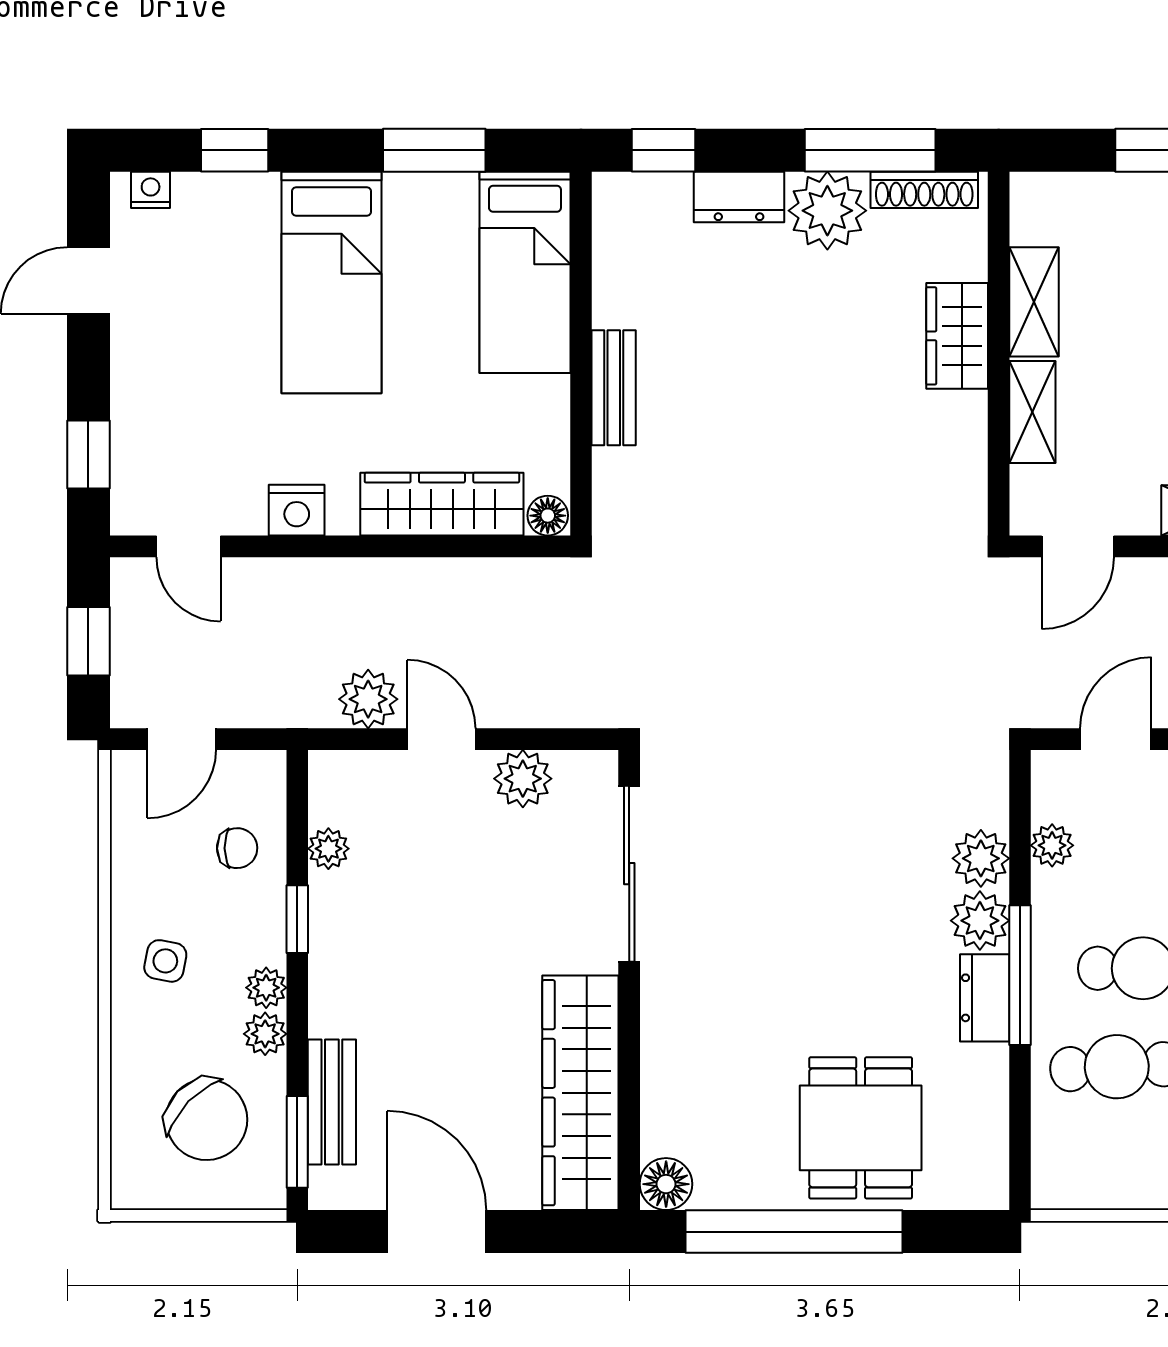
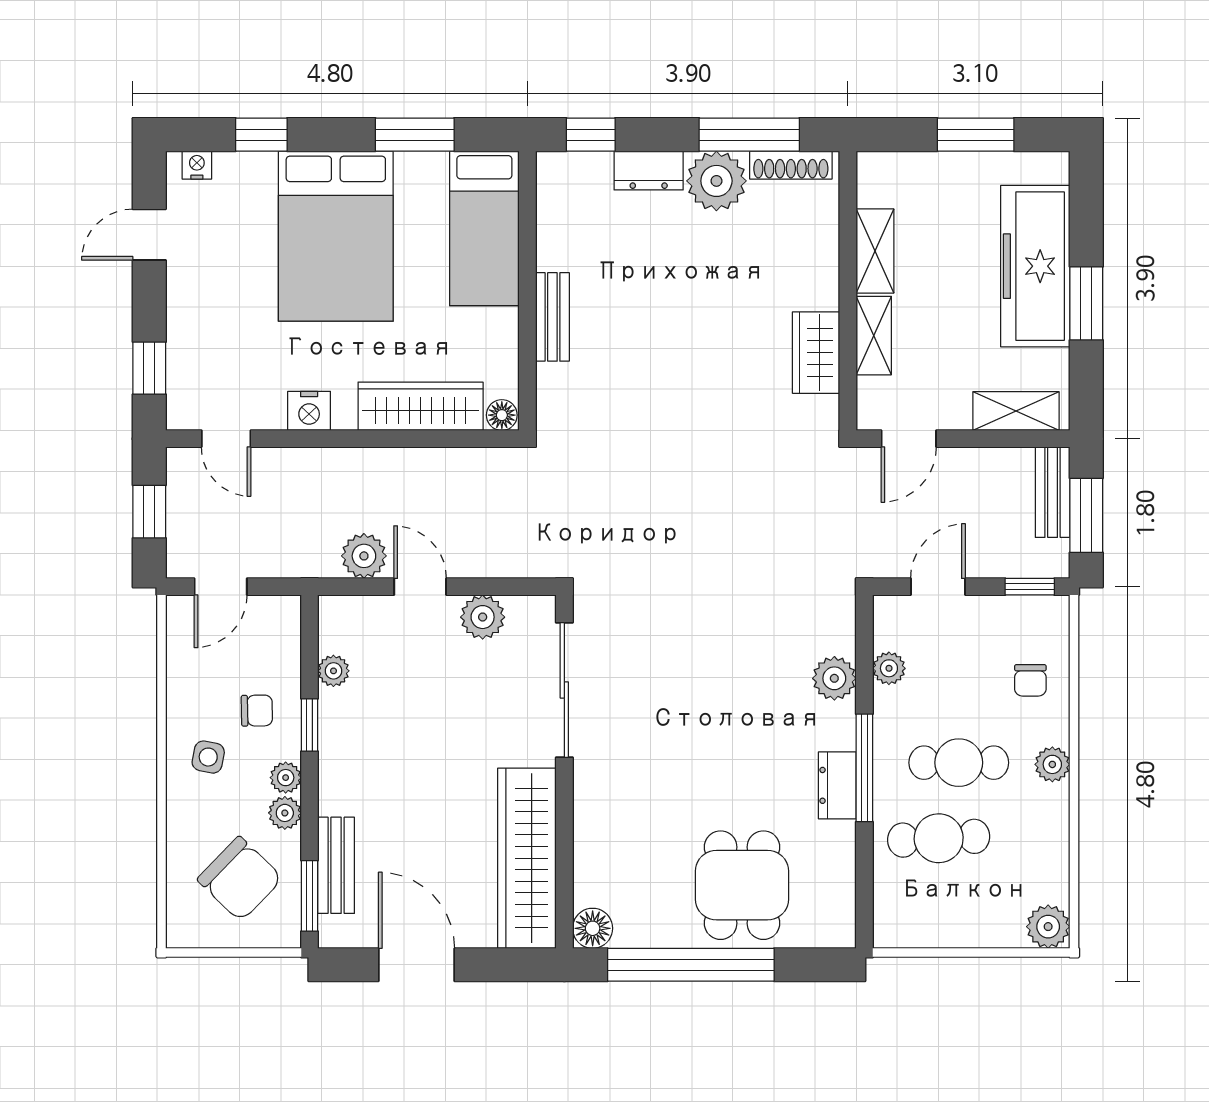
bed: (332, 282) -> (336, 236), width x1.50
wardrobe: (957, 336) -> (816, 353), moved
chair: (237, 848) -> (257, 711), moved
plant: (980, 921) -> (834, 726), removed

